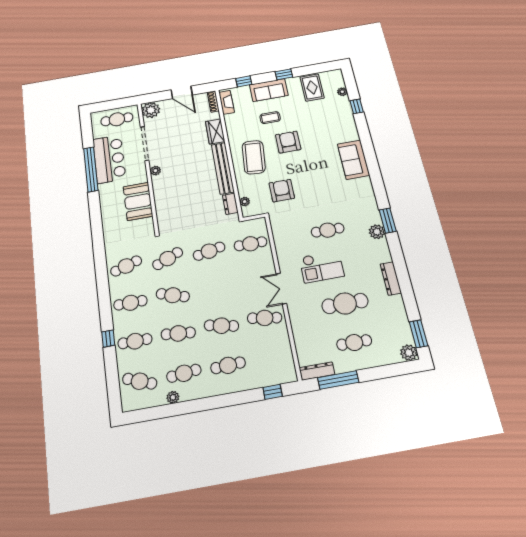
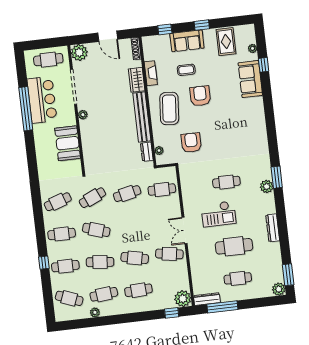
fireplace: (227, 102) -> (151, 73), moved
sofa: (353, 160) -> (250, 79), moved
plant: (286, 372) -> (183, 299), added

